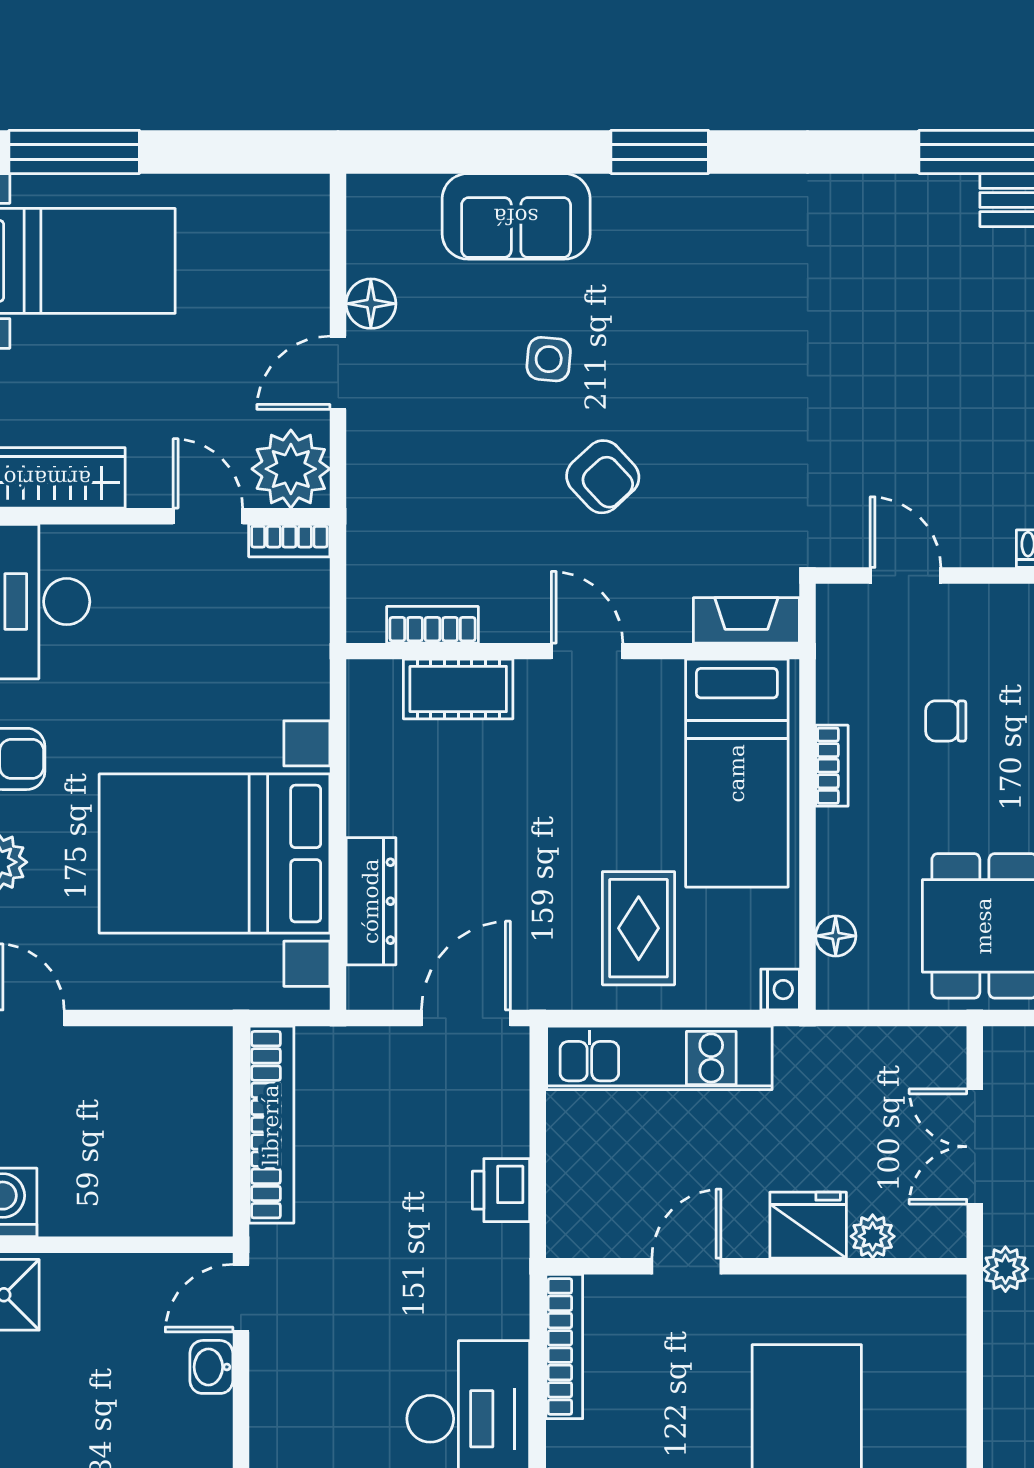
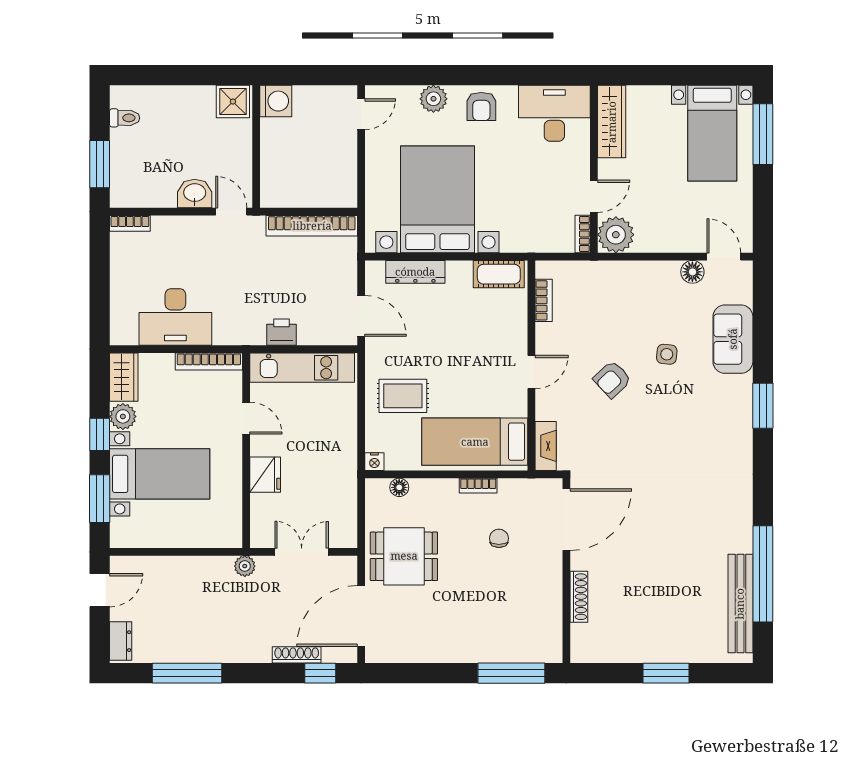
door: (338, 373) -> (724, 257), moved
door: (905, 576) -> (566, 520), width x1.88
cot: (458, 689) -> (499, 274), moved, turned 90
kitchen unit: (659, 1058) -> (302, 368), moved, turned -90
plant: (873, 1236) -> (260, 504), removed
washbasin: (211, 1367) -> (195, 193), width x1.38, depth x1.45

